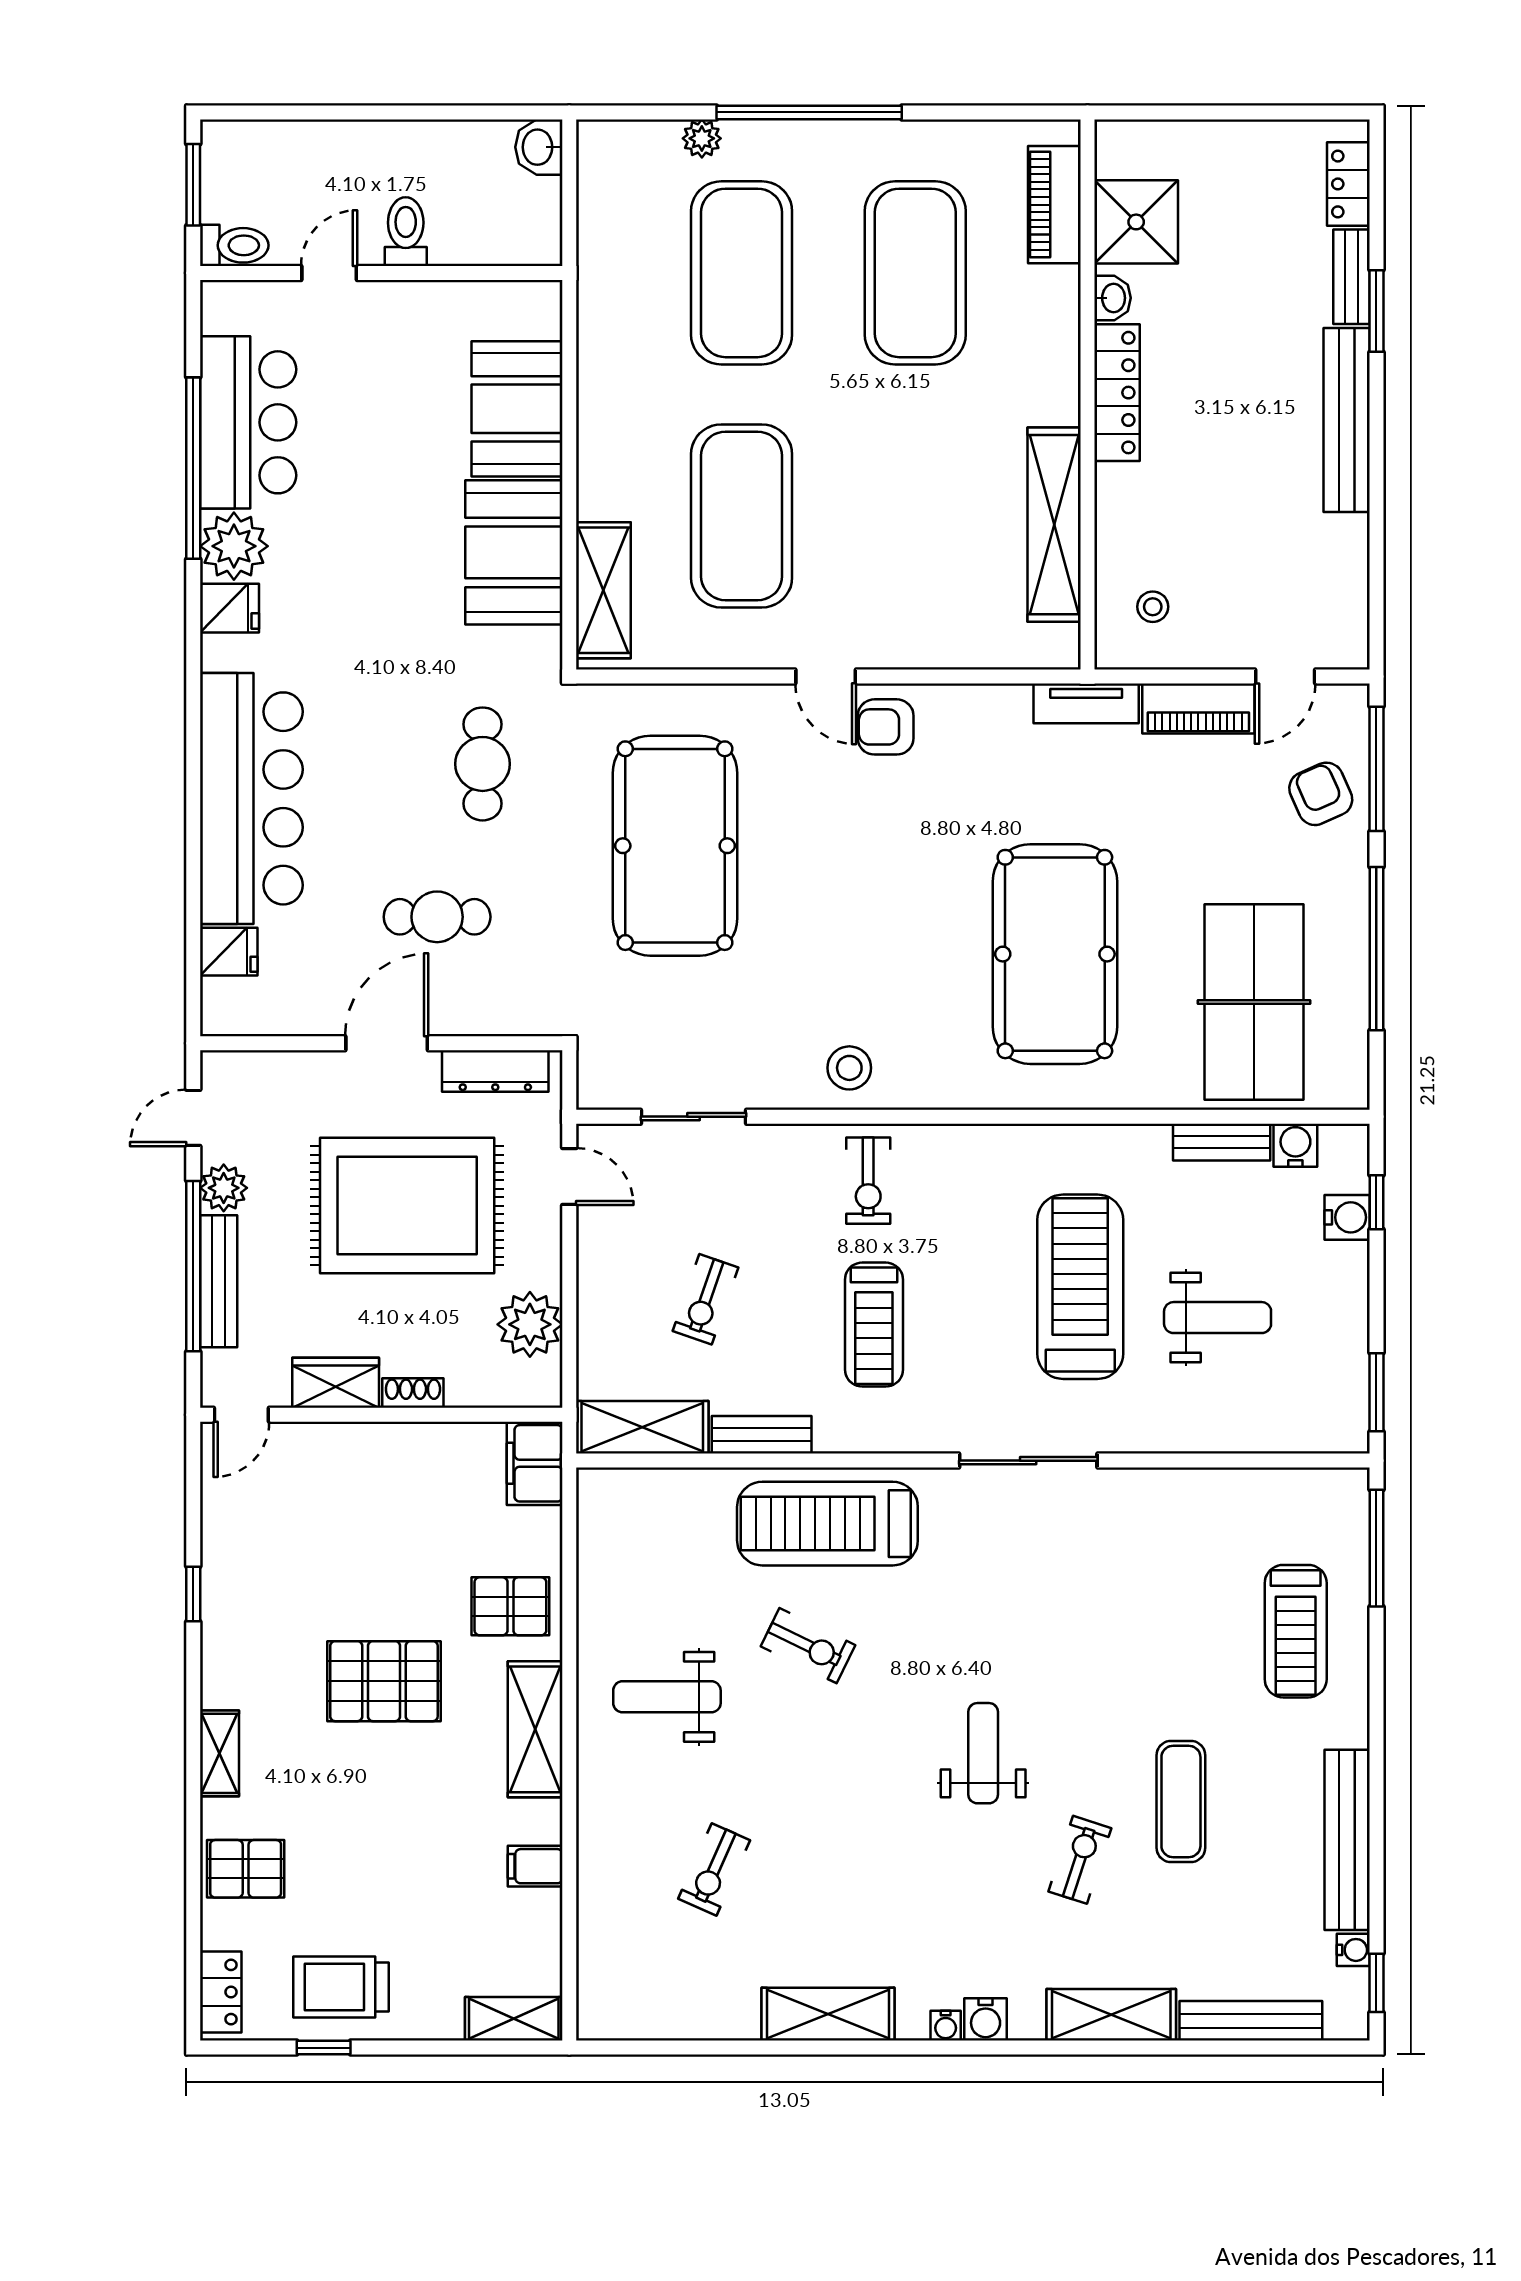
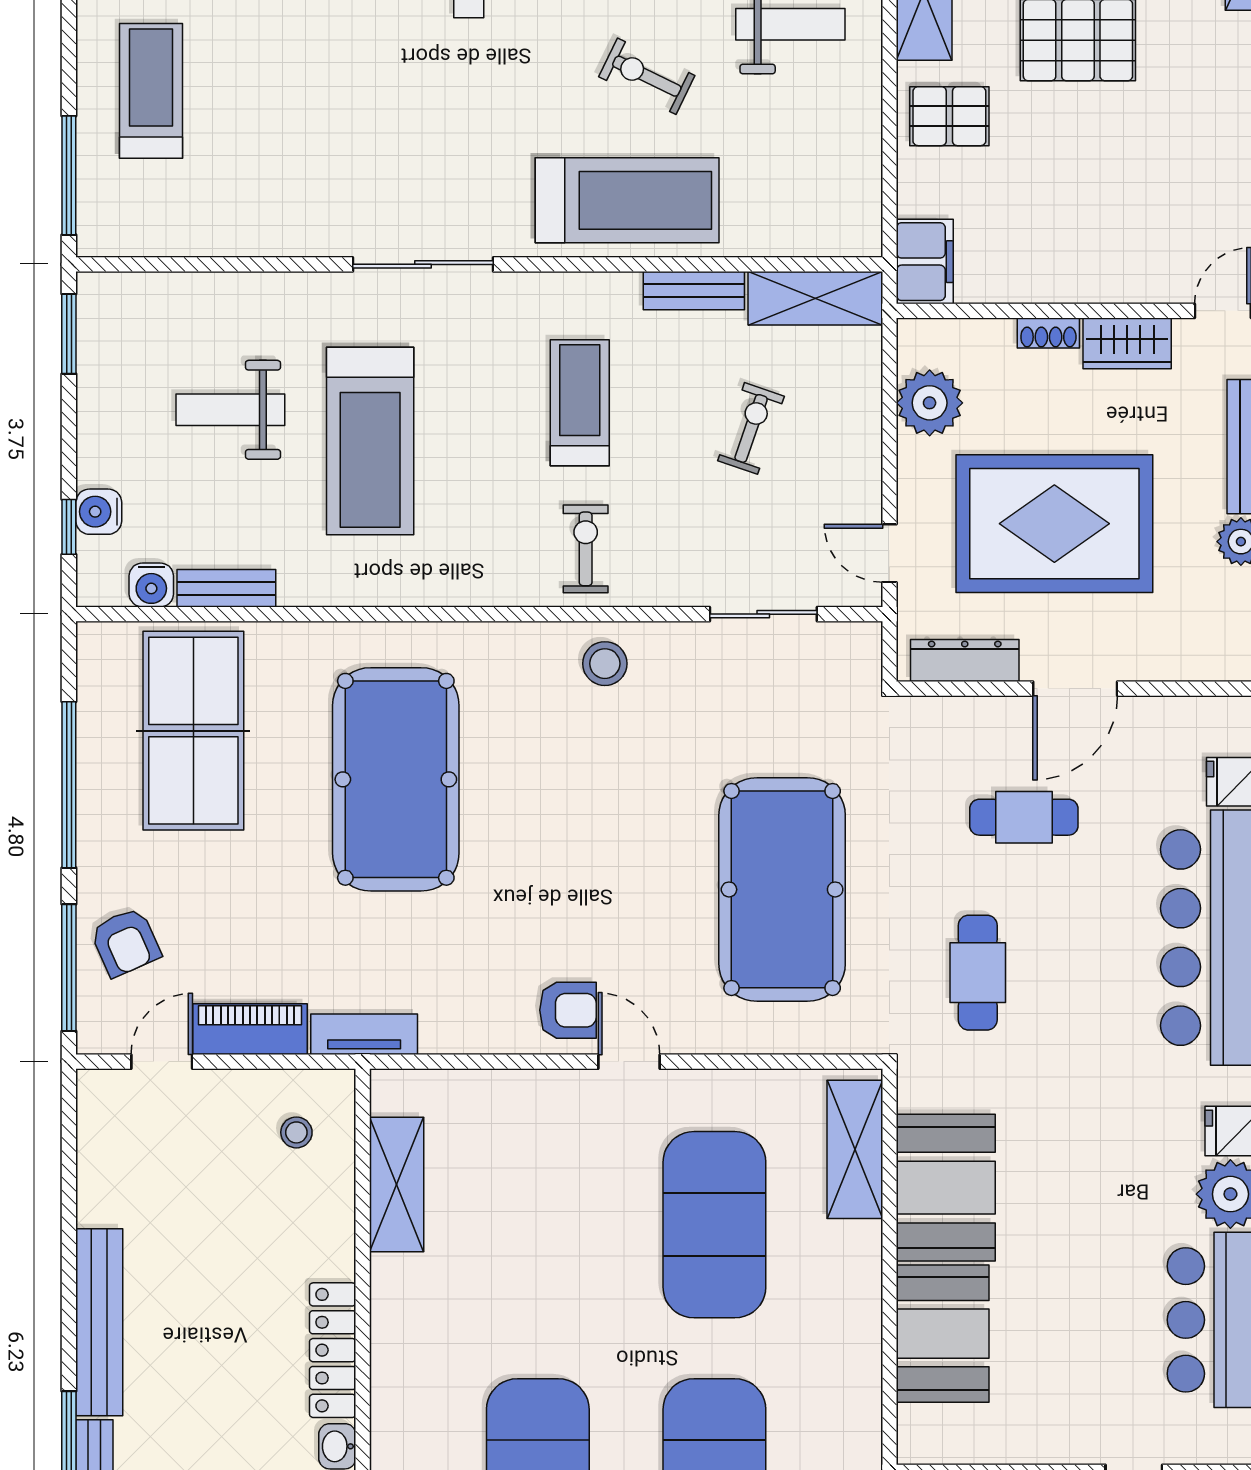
shelving: (1054, 525) -> (397, 1184), width x0.68

